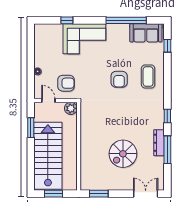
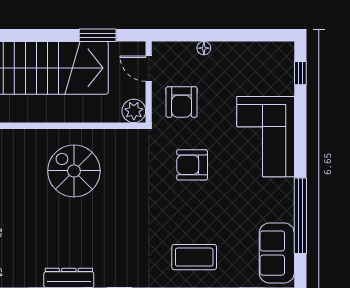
window: (67, 20) -> (300, 73), moved
armchair: (119, 79) -> (192, 165), moved
door: (48, 101) -> (149, 69), swing flipped
spiral stairs: (123, 154) -> (74, 171), moved

